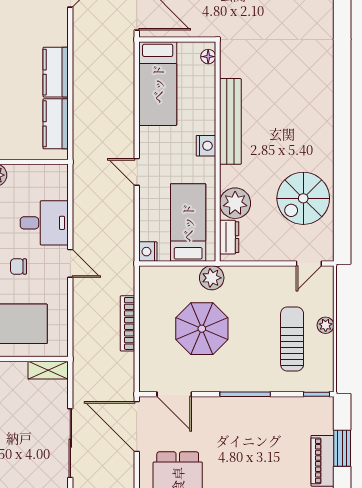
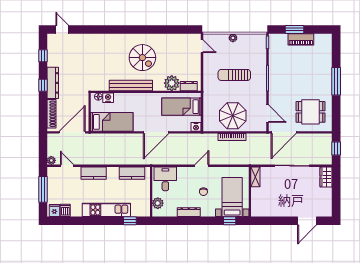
kitchen counter: (56, 72) -> (94, 173), moved
nightstand: (206, 146) -> (108, 98), moved
door: (137, 172) -> (156, 132), width x1.87
spiral stairs: (303, 198) -> (142, 58), moved
desk: (44, 223) -> (165, 179), moved
plant: (212, 278) -> (209, 95), removed
parasol: (202, 329) -> (233, 116), moved
sun lounger: (292, 339) -> (234, 75), moved
door: (174, 394) -> (267, 114), hinge flipped

